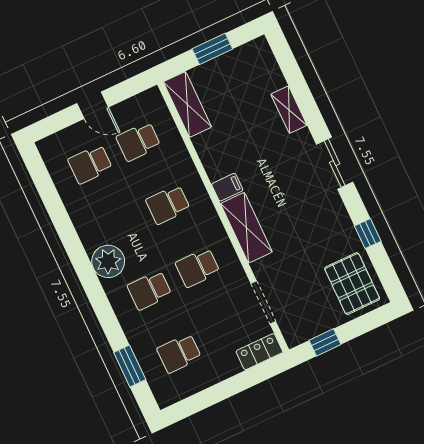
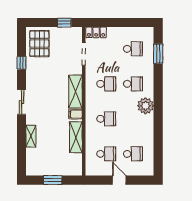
shelving: (187, 104) -> (76, 137), moved

